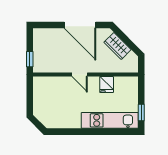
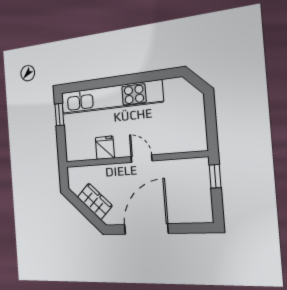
door: (80, 25) -> (146, 229), hinge flipped
kitchen unit: (110, 120) -> (110, 97), width x1.36

